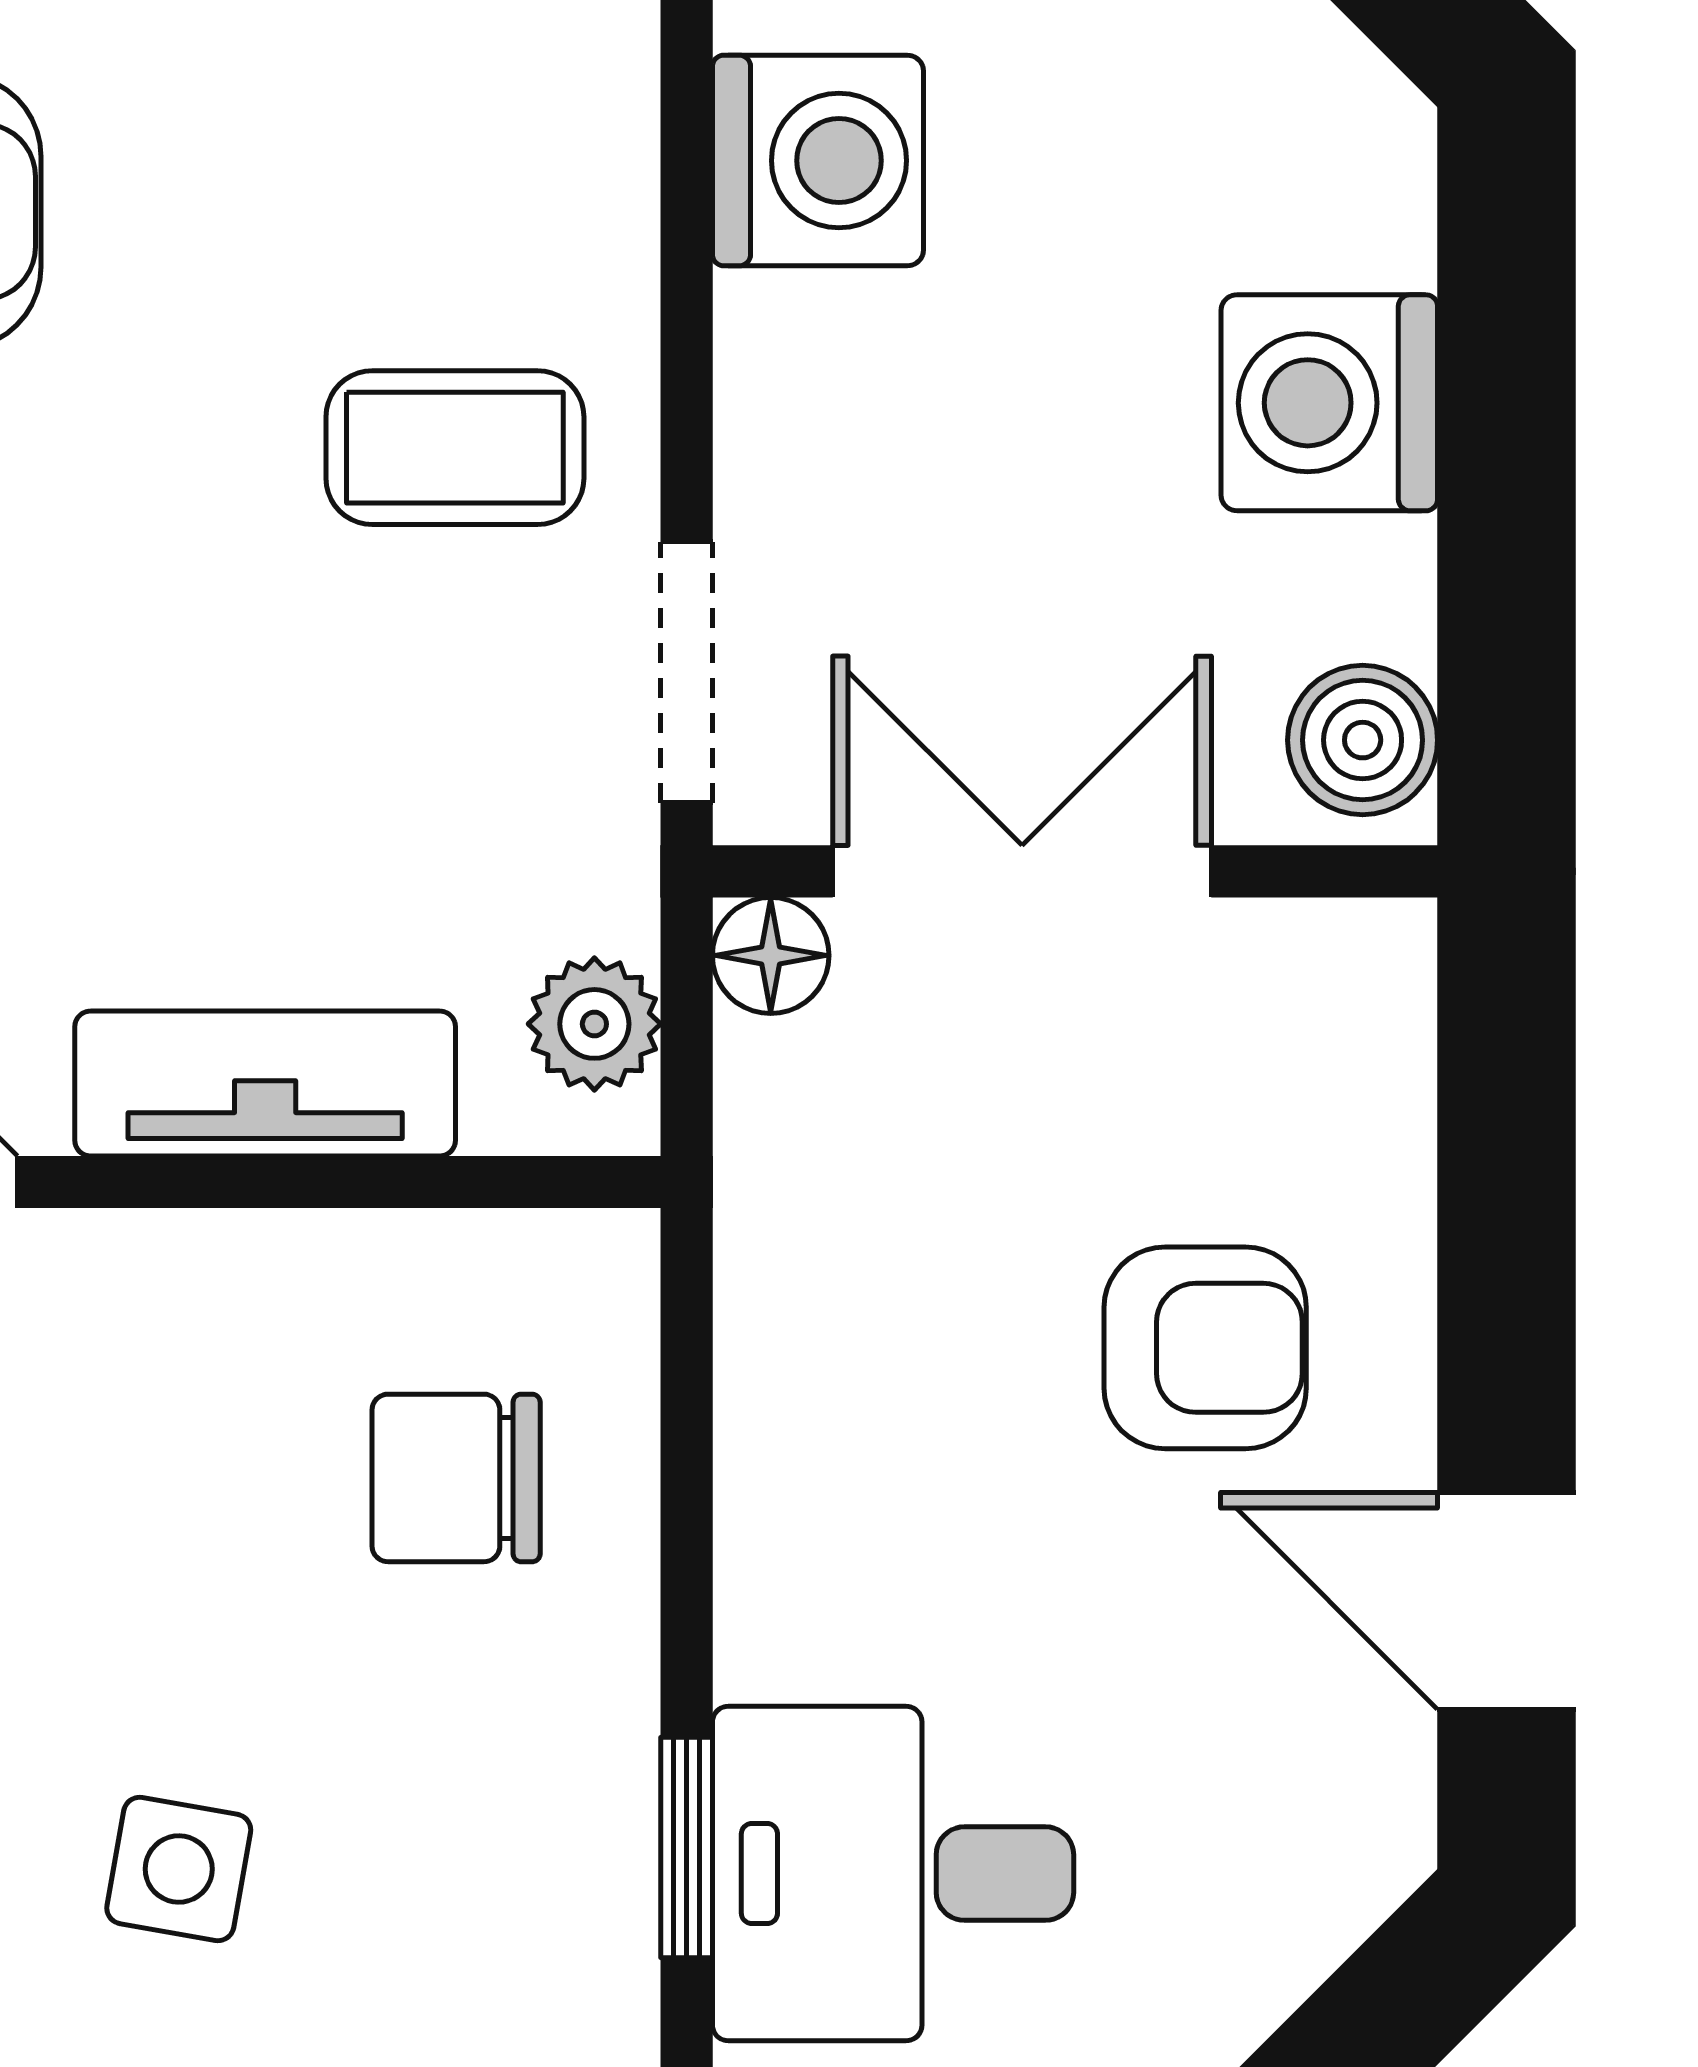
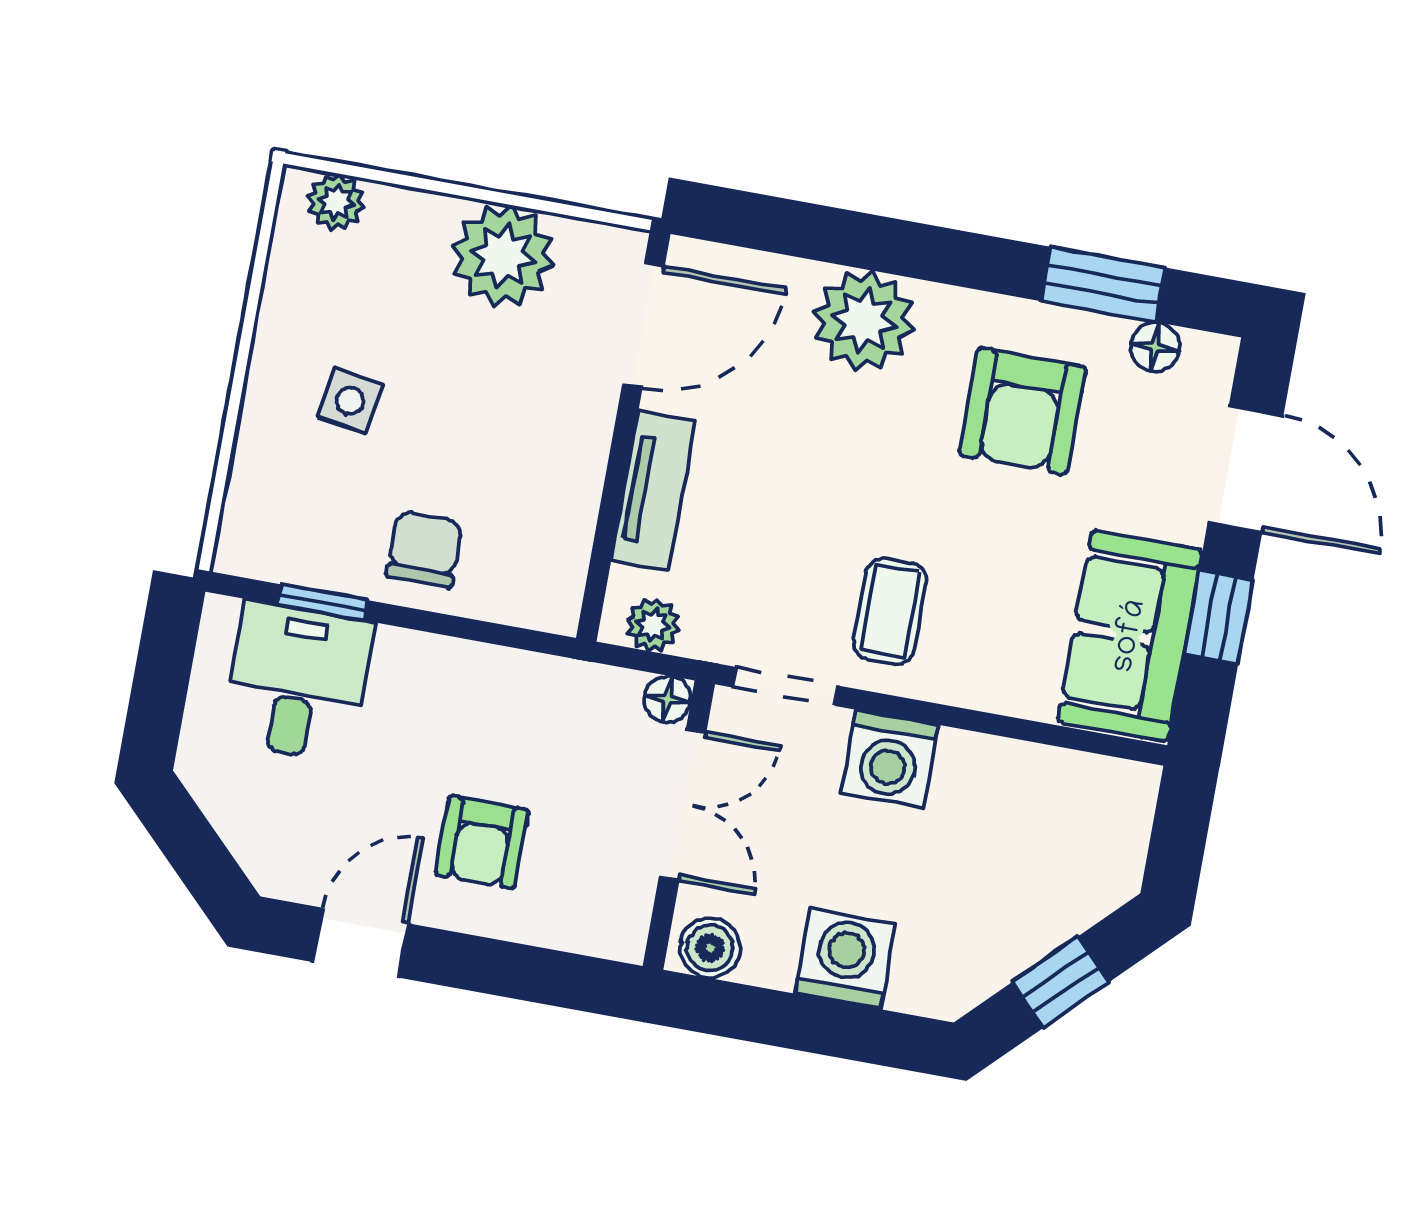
washing machine: (818, 161) -> (889, 759), moved
chair: (456, 1478) -> (424, 549), moved

